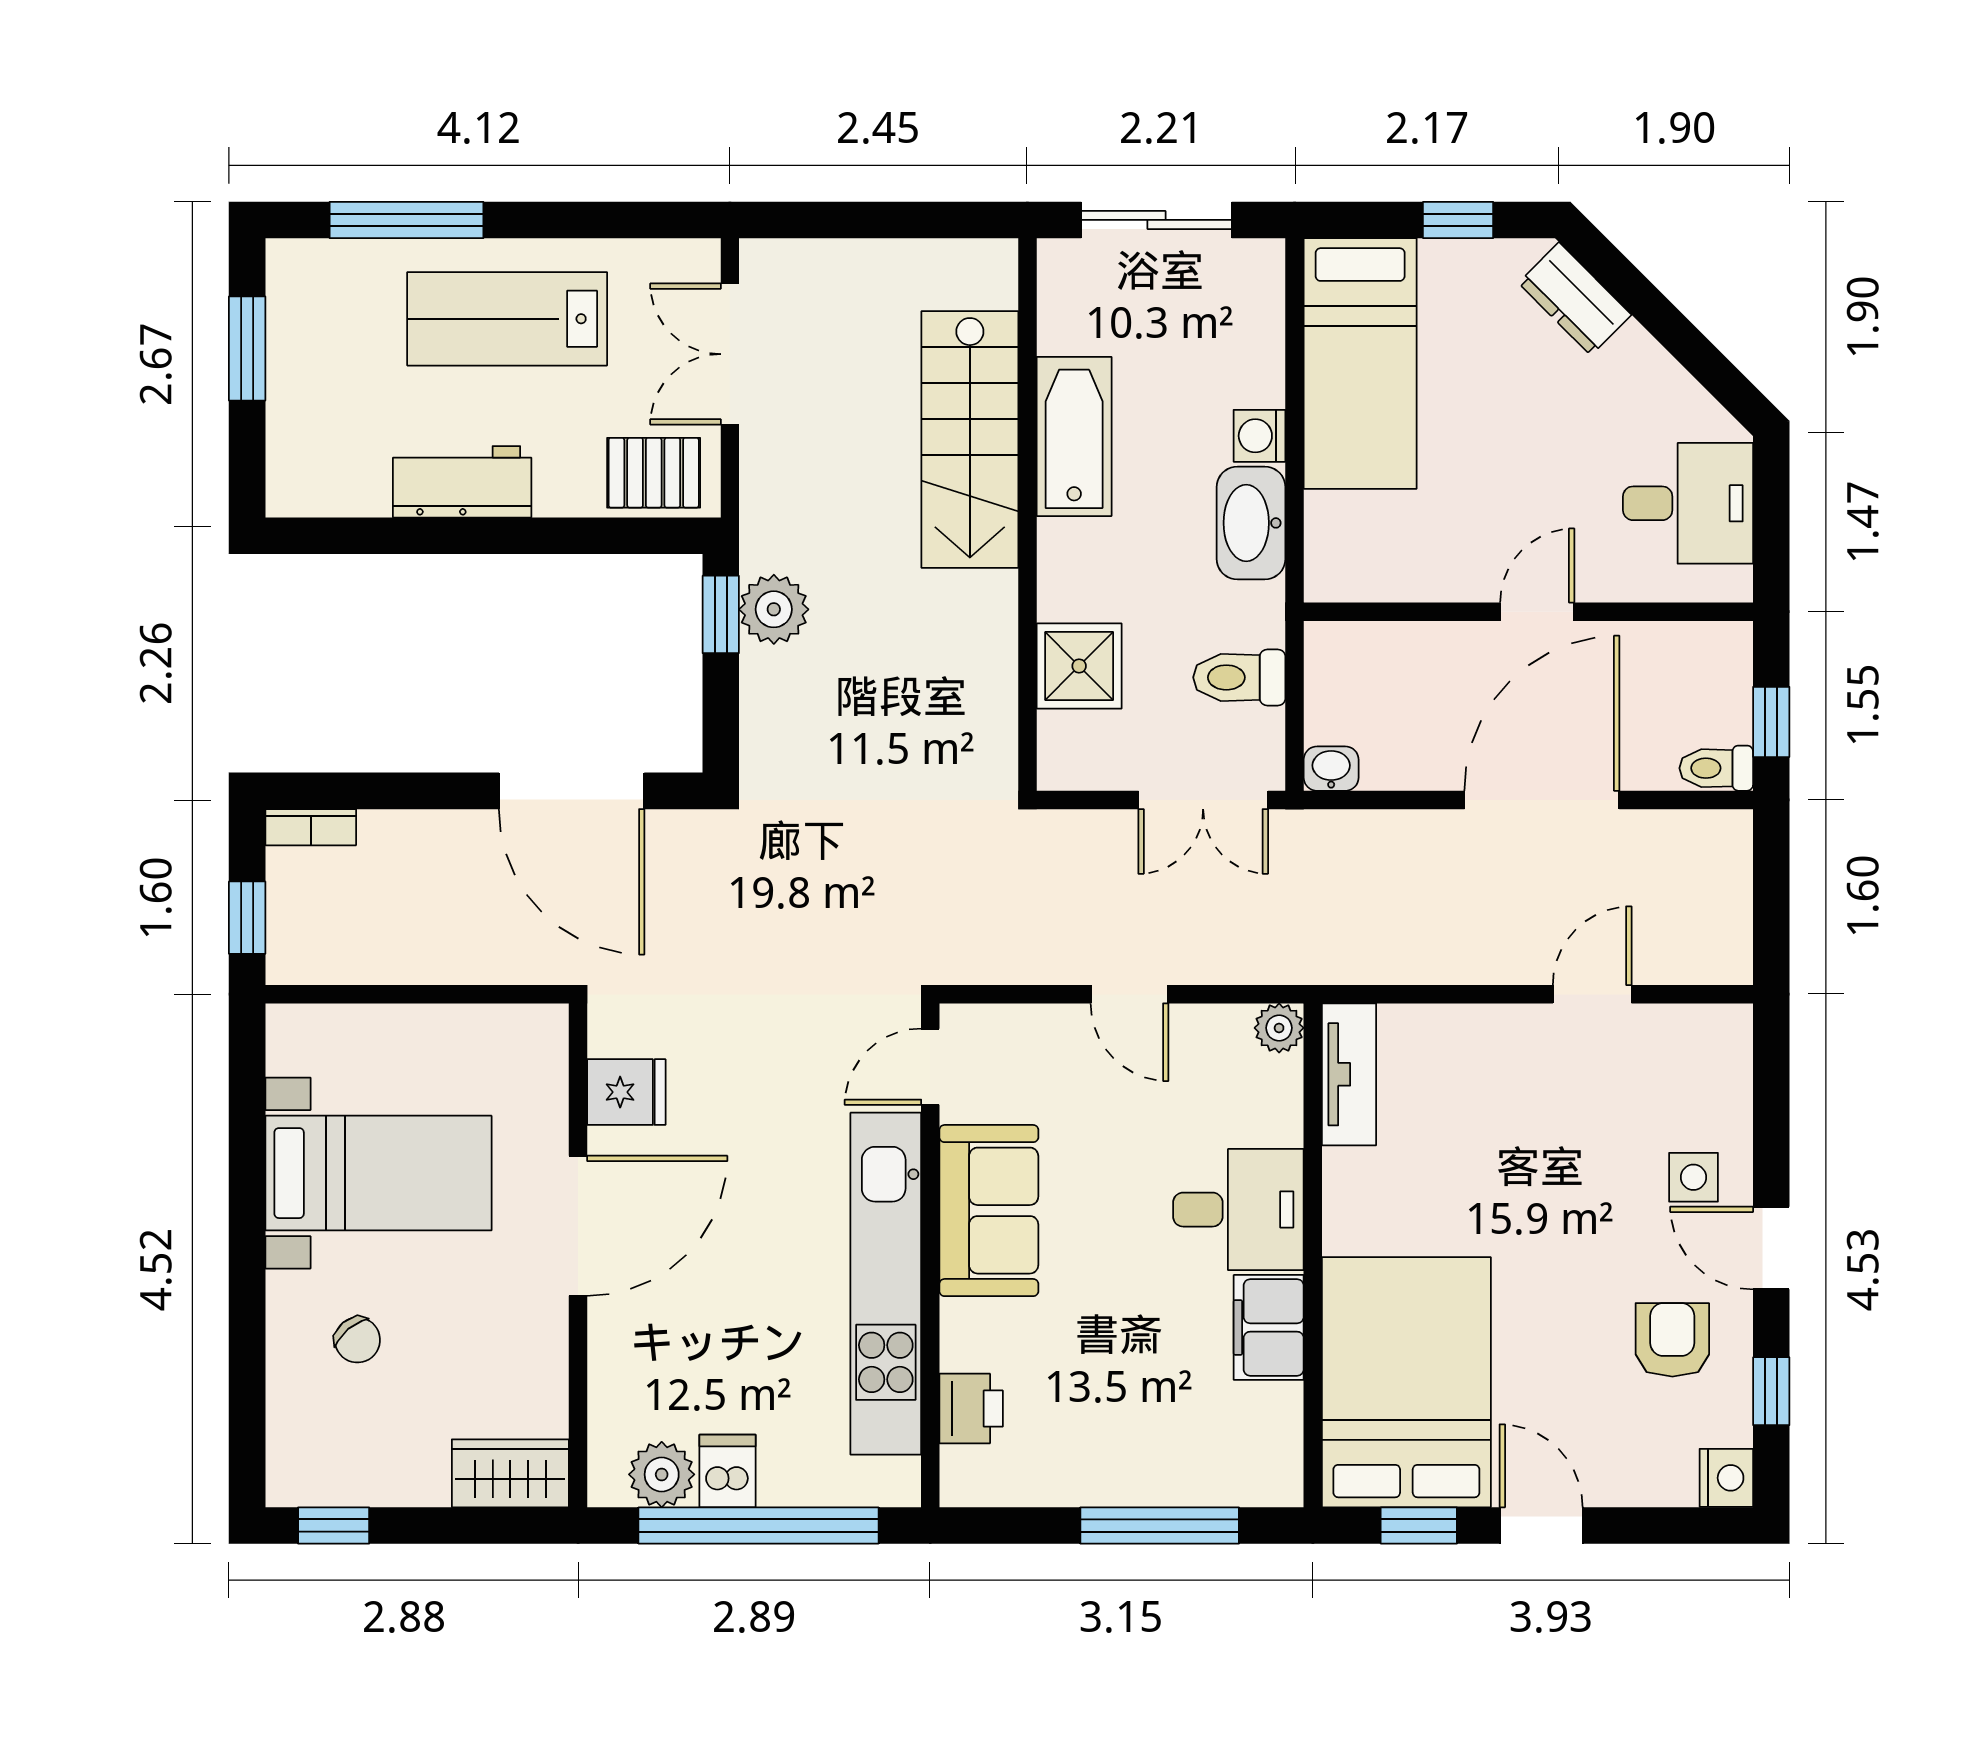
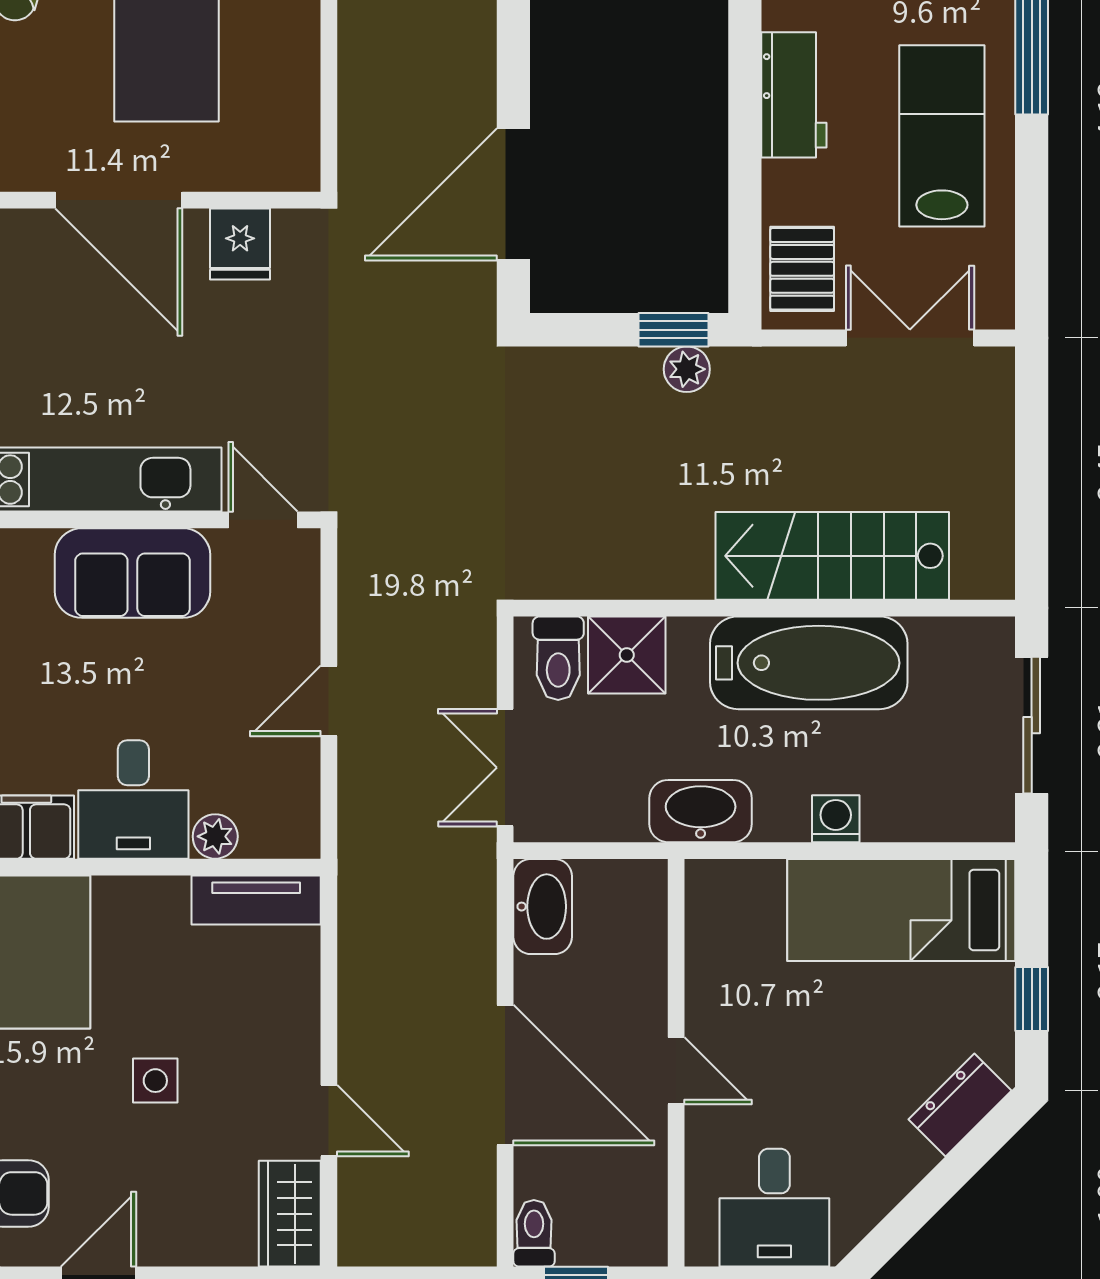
bathtub: (1074, 436) -> (809, 663), width x1.36, depth x1.36
washbasin: (1251, 523) -> (701, 811), moved
plant: (774, 609) -> (687, 369), width x0.73, depth x0.73
toilet: (1239, 677) -> (558, 658), moved, turned 180
washbasin: (1331, 769) -> (543, 907), width x1.91, depth x1.45
plant: (1279, 1028) -> (215, 836), moved
wardrobe: (1695, 1037) -> (290, 1214), added
side table: (1693, 1177) -> (155, 1081), moved

